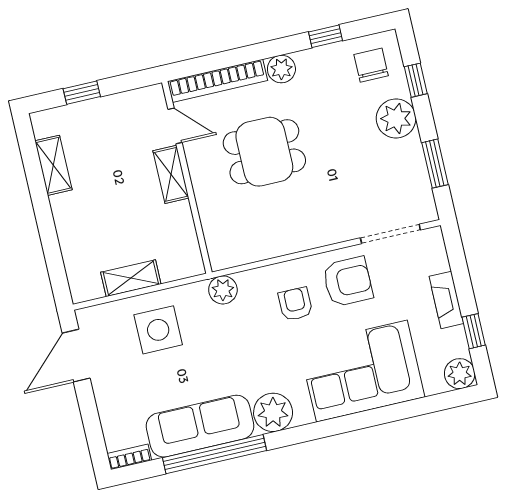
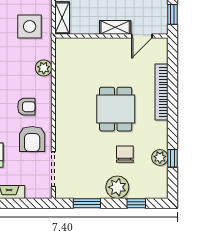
chair: (371, 65) -> (125, 154), moved, turned -90
plant: (281, 69) -> (160, 157), moved
door: (175, 126) -> (142, 36), moved
shelving: (171, 174) -> (115, 27), moved
wall: (187, 177) -> (111, 36), moved

